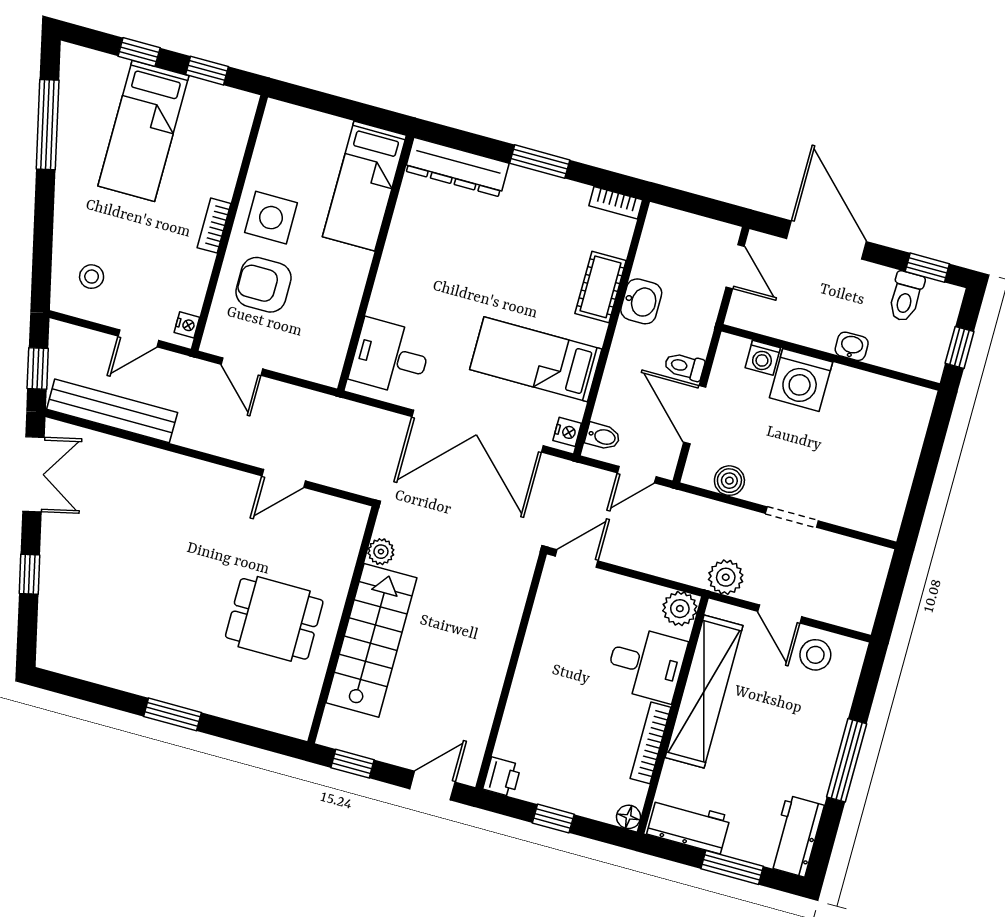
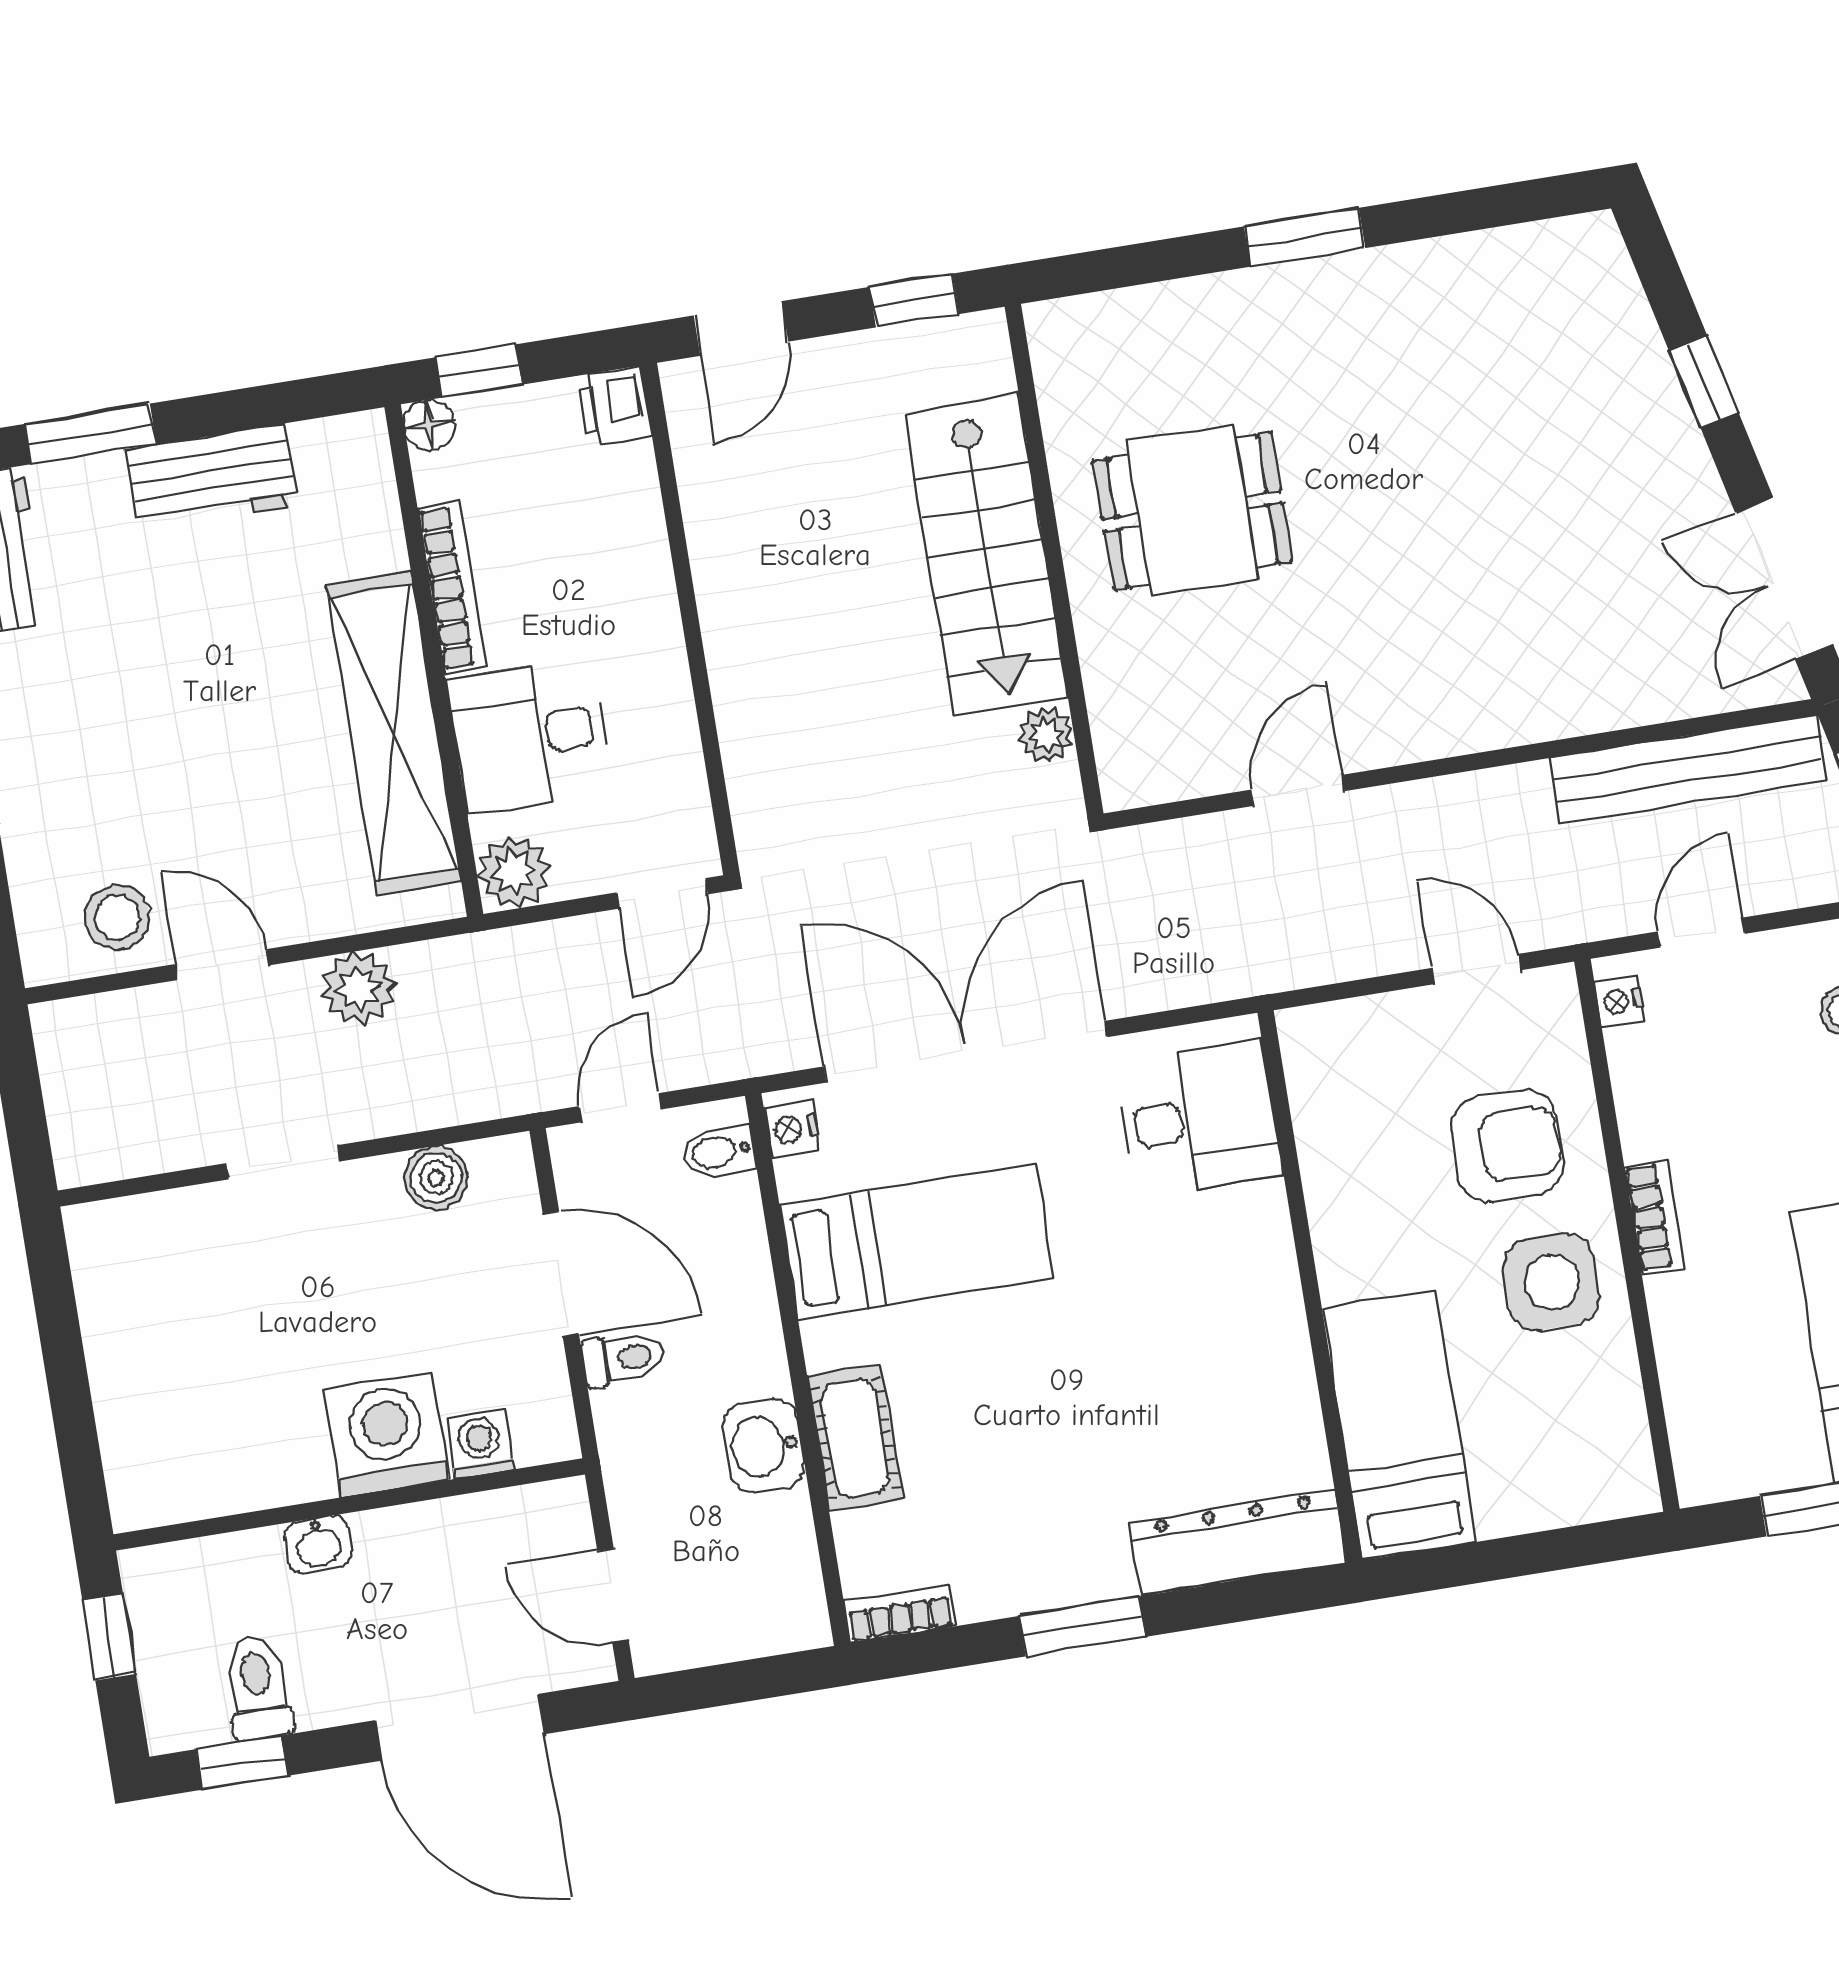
plant: (680, 609) -> (513, 872), moved
desk: (646, 664) -> (530, 736), moved
shelving: (704, 691) -> (394, 733), moved
wall: (673, 715) -> (434, 661), moved
bookcase: (650, 743) -> (452, 587), moved
floor lamp: (629, 817) -> (429, 425), moved

